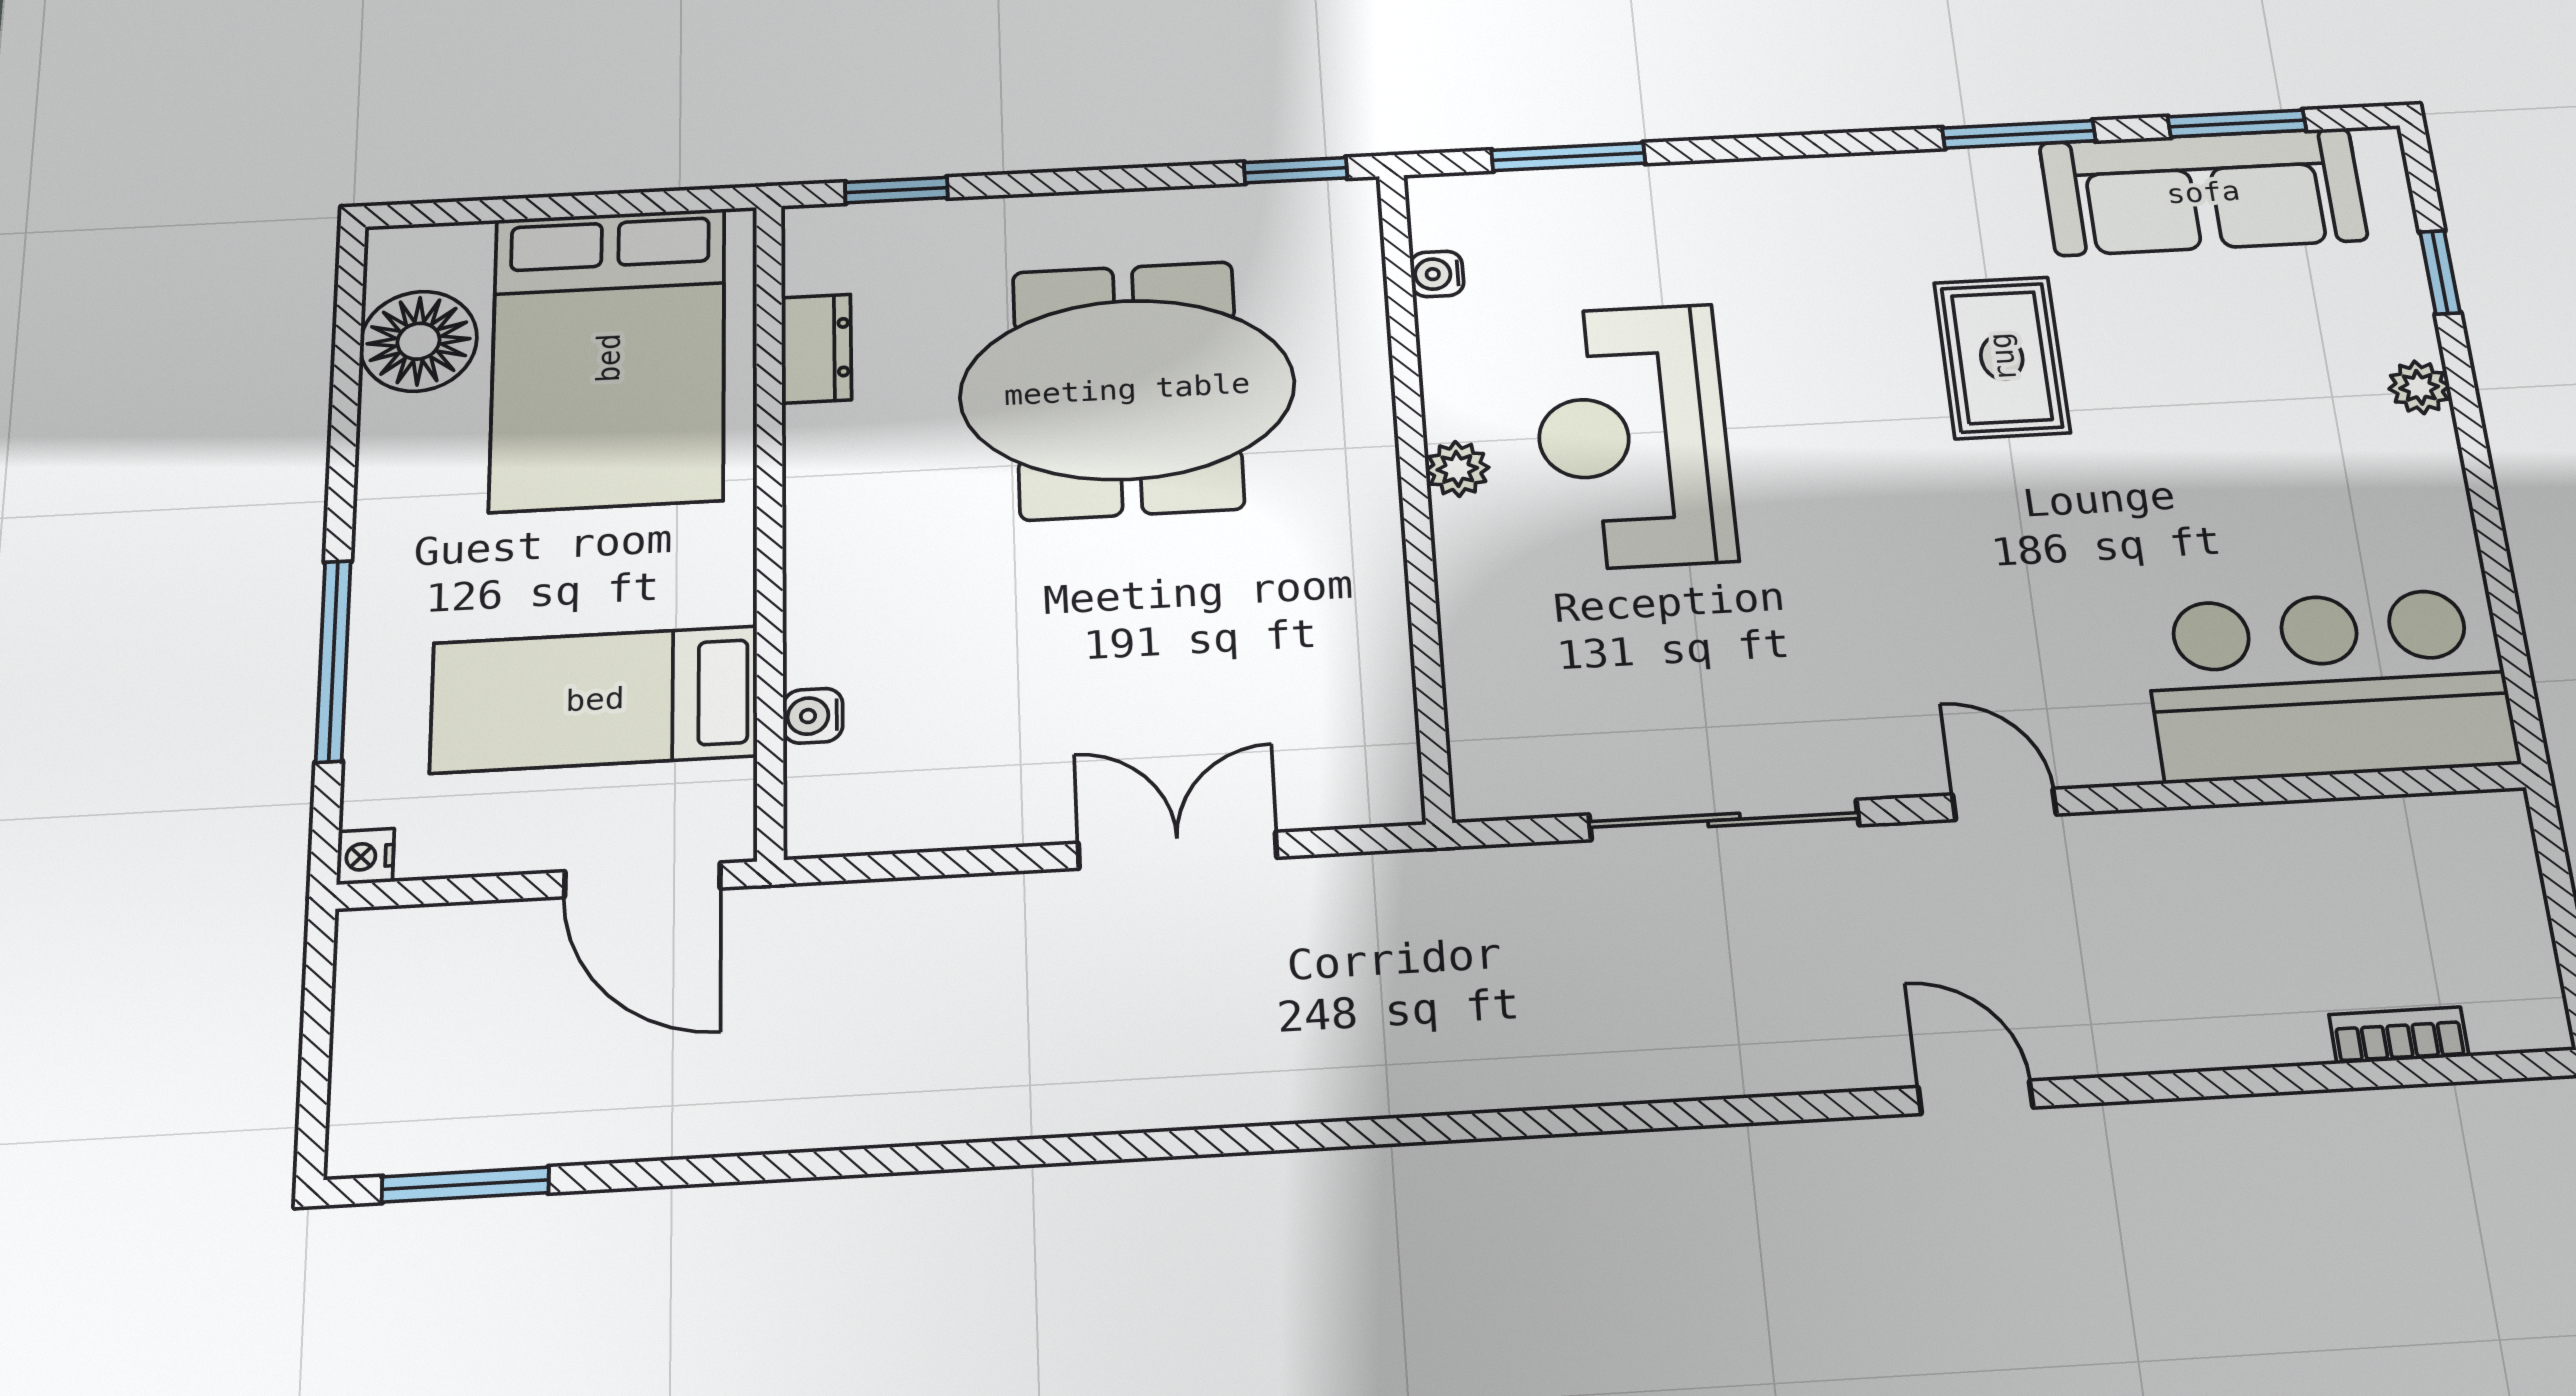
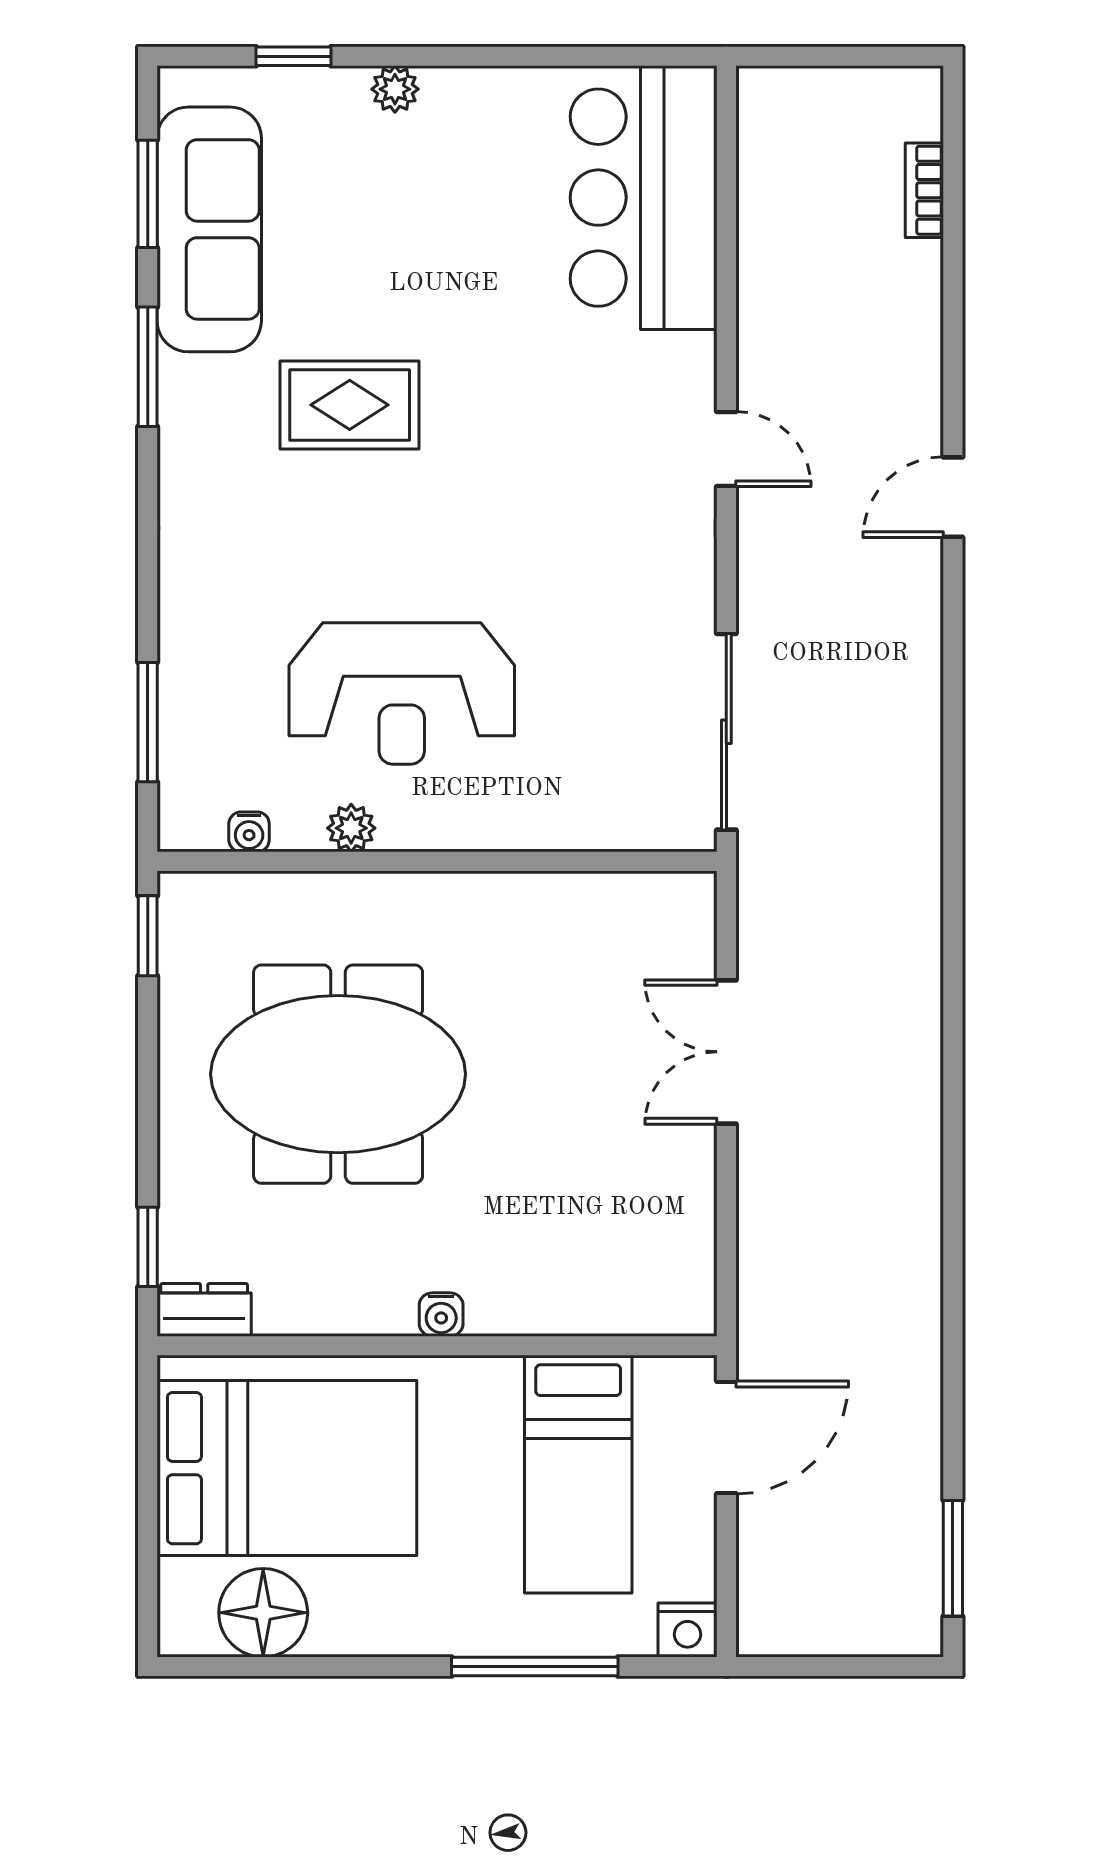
dresser: (816, 349) -> (204, 1310), moved
meeting table: (1127, 389) -> (338, 1074), turned 90
plant: (1457, 469) -> (351, 828), moved
water cooler: (813, 716) -> (441, 1314), moved
door: (2004, 804) -> (726, 449), swing flipped
sliding door: (1724, 820) -> (726, 732), moved
nightstand: (365, 857) -> (687, 1630), width x1.39, depth x1.35

